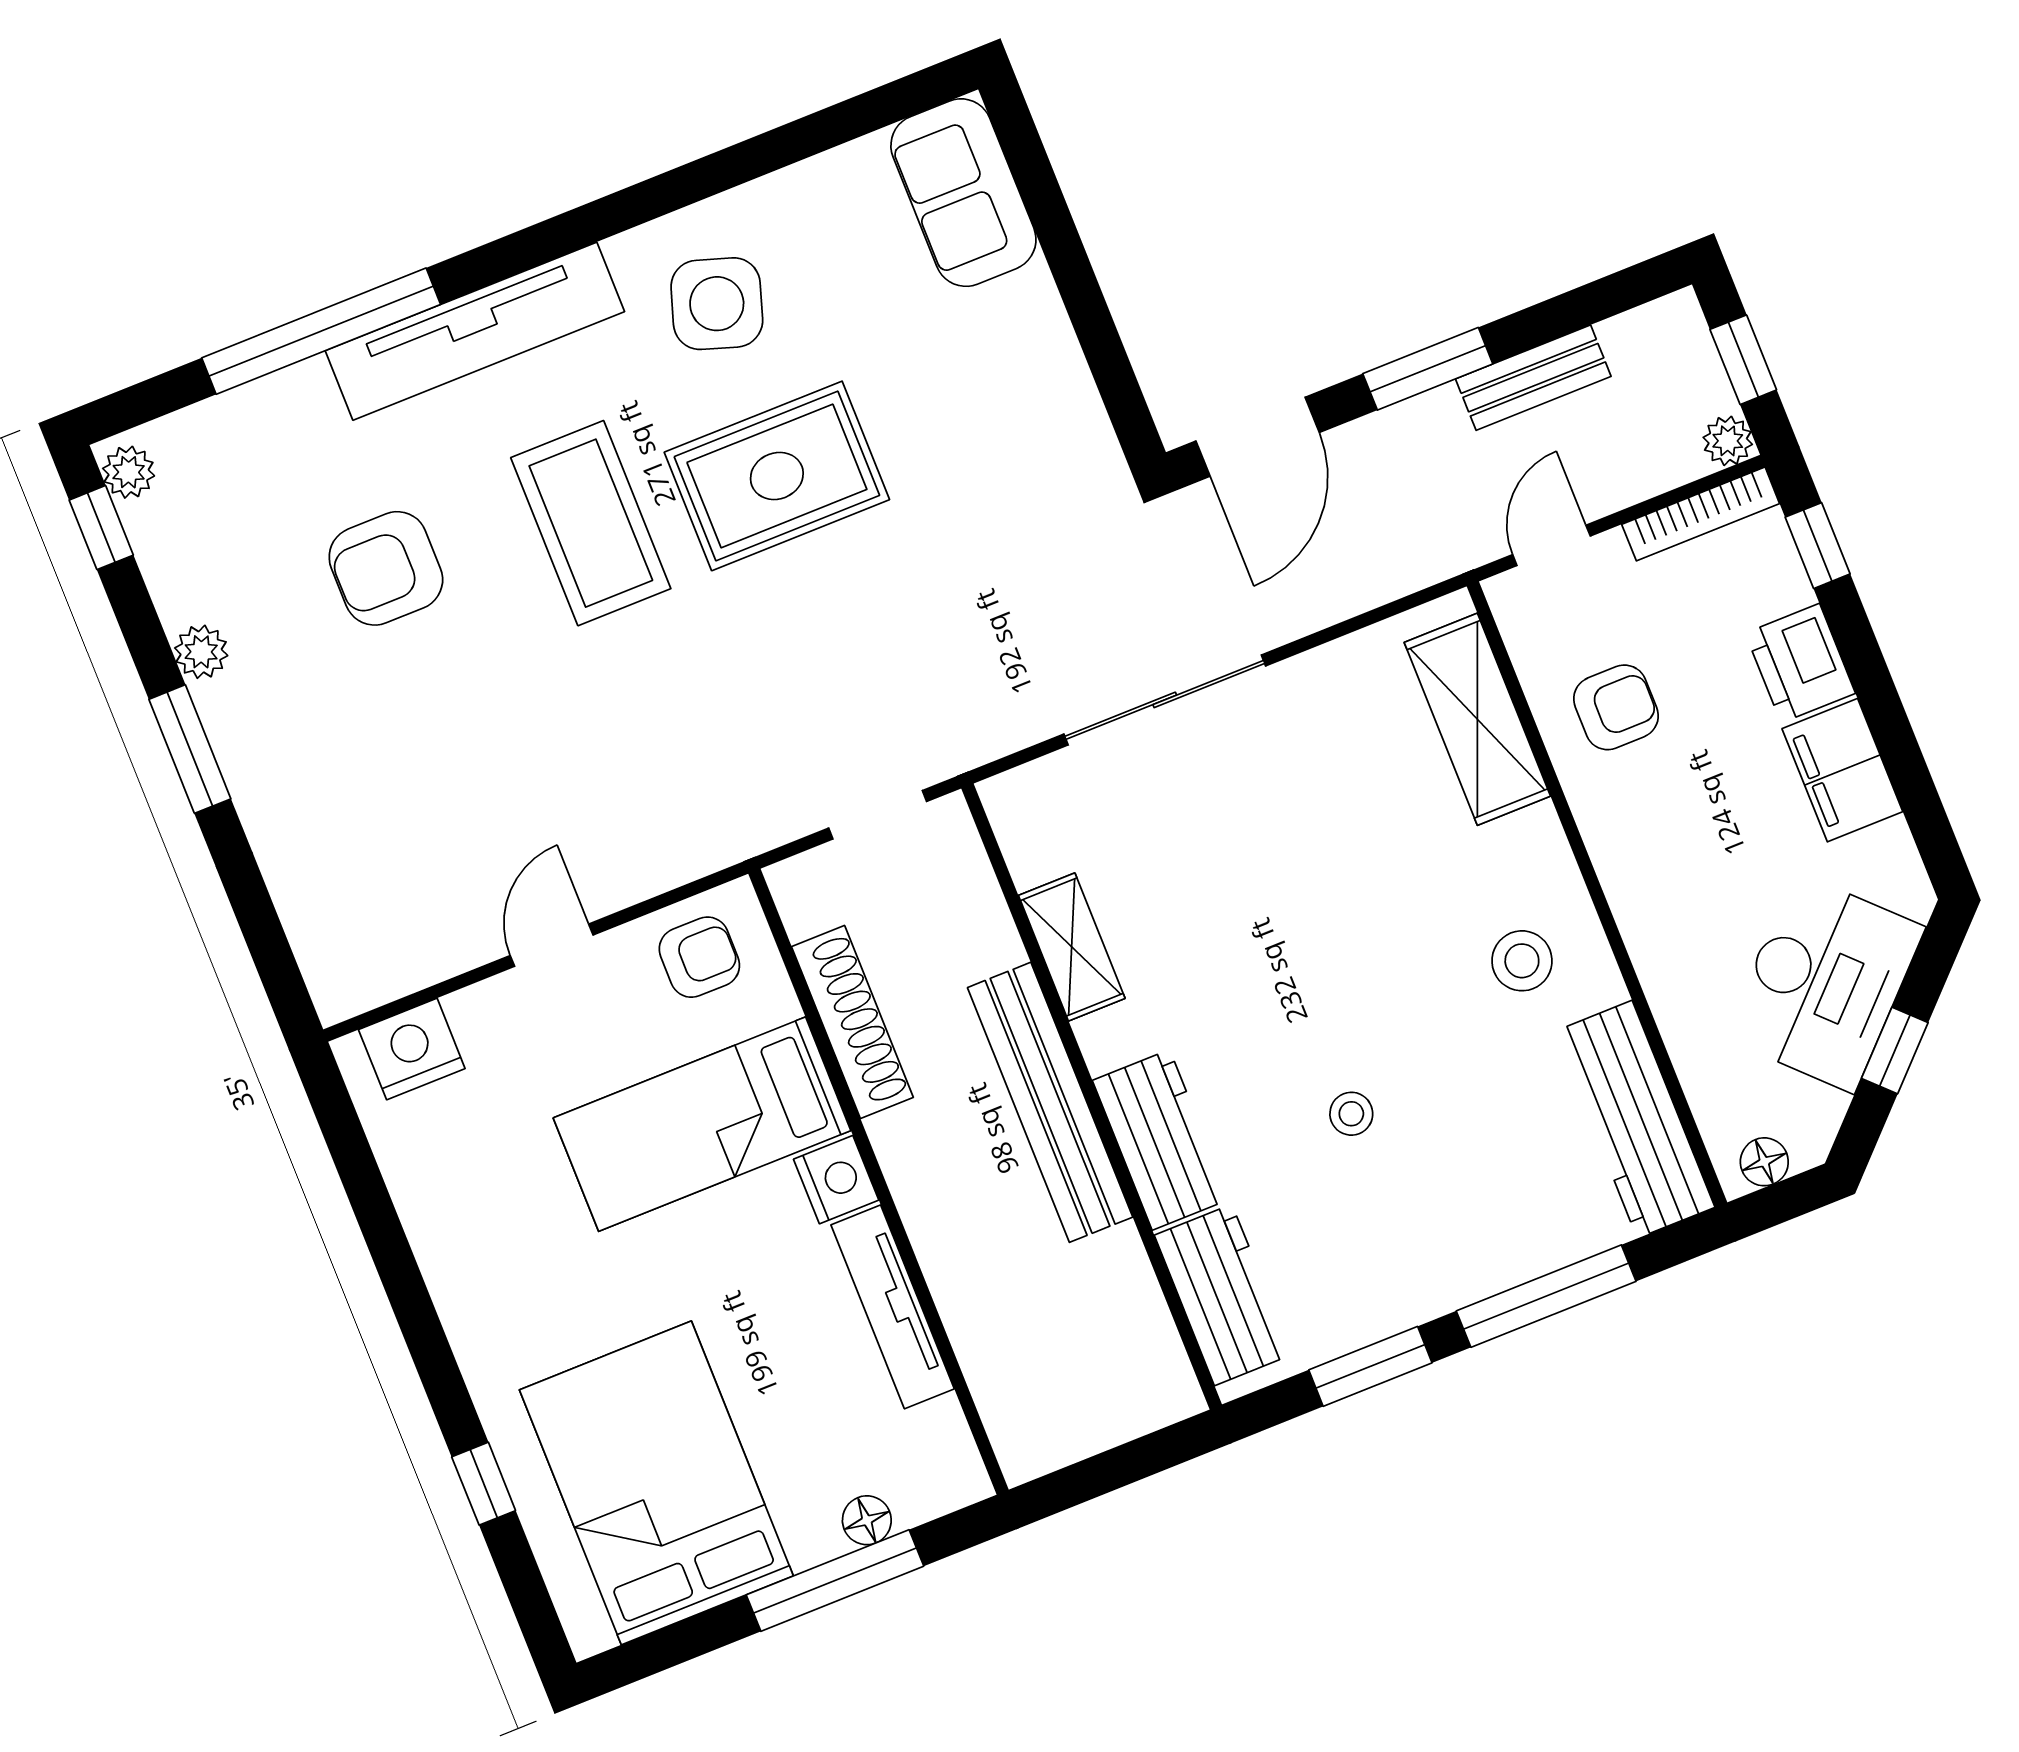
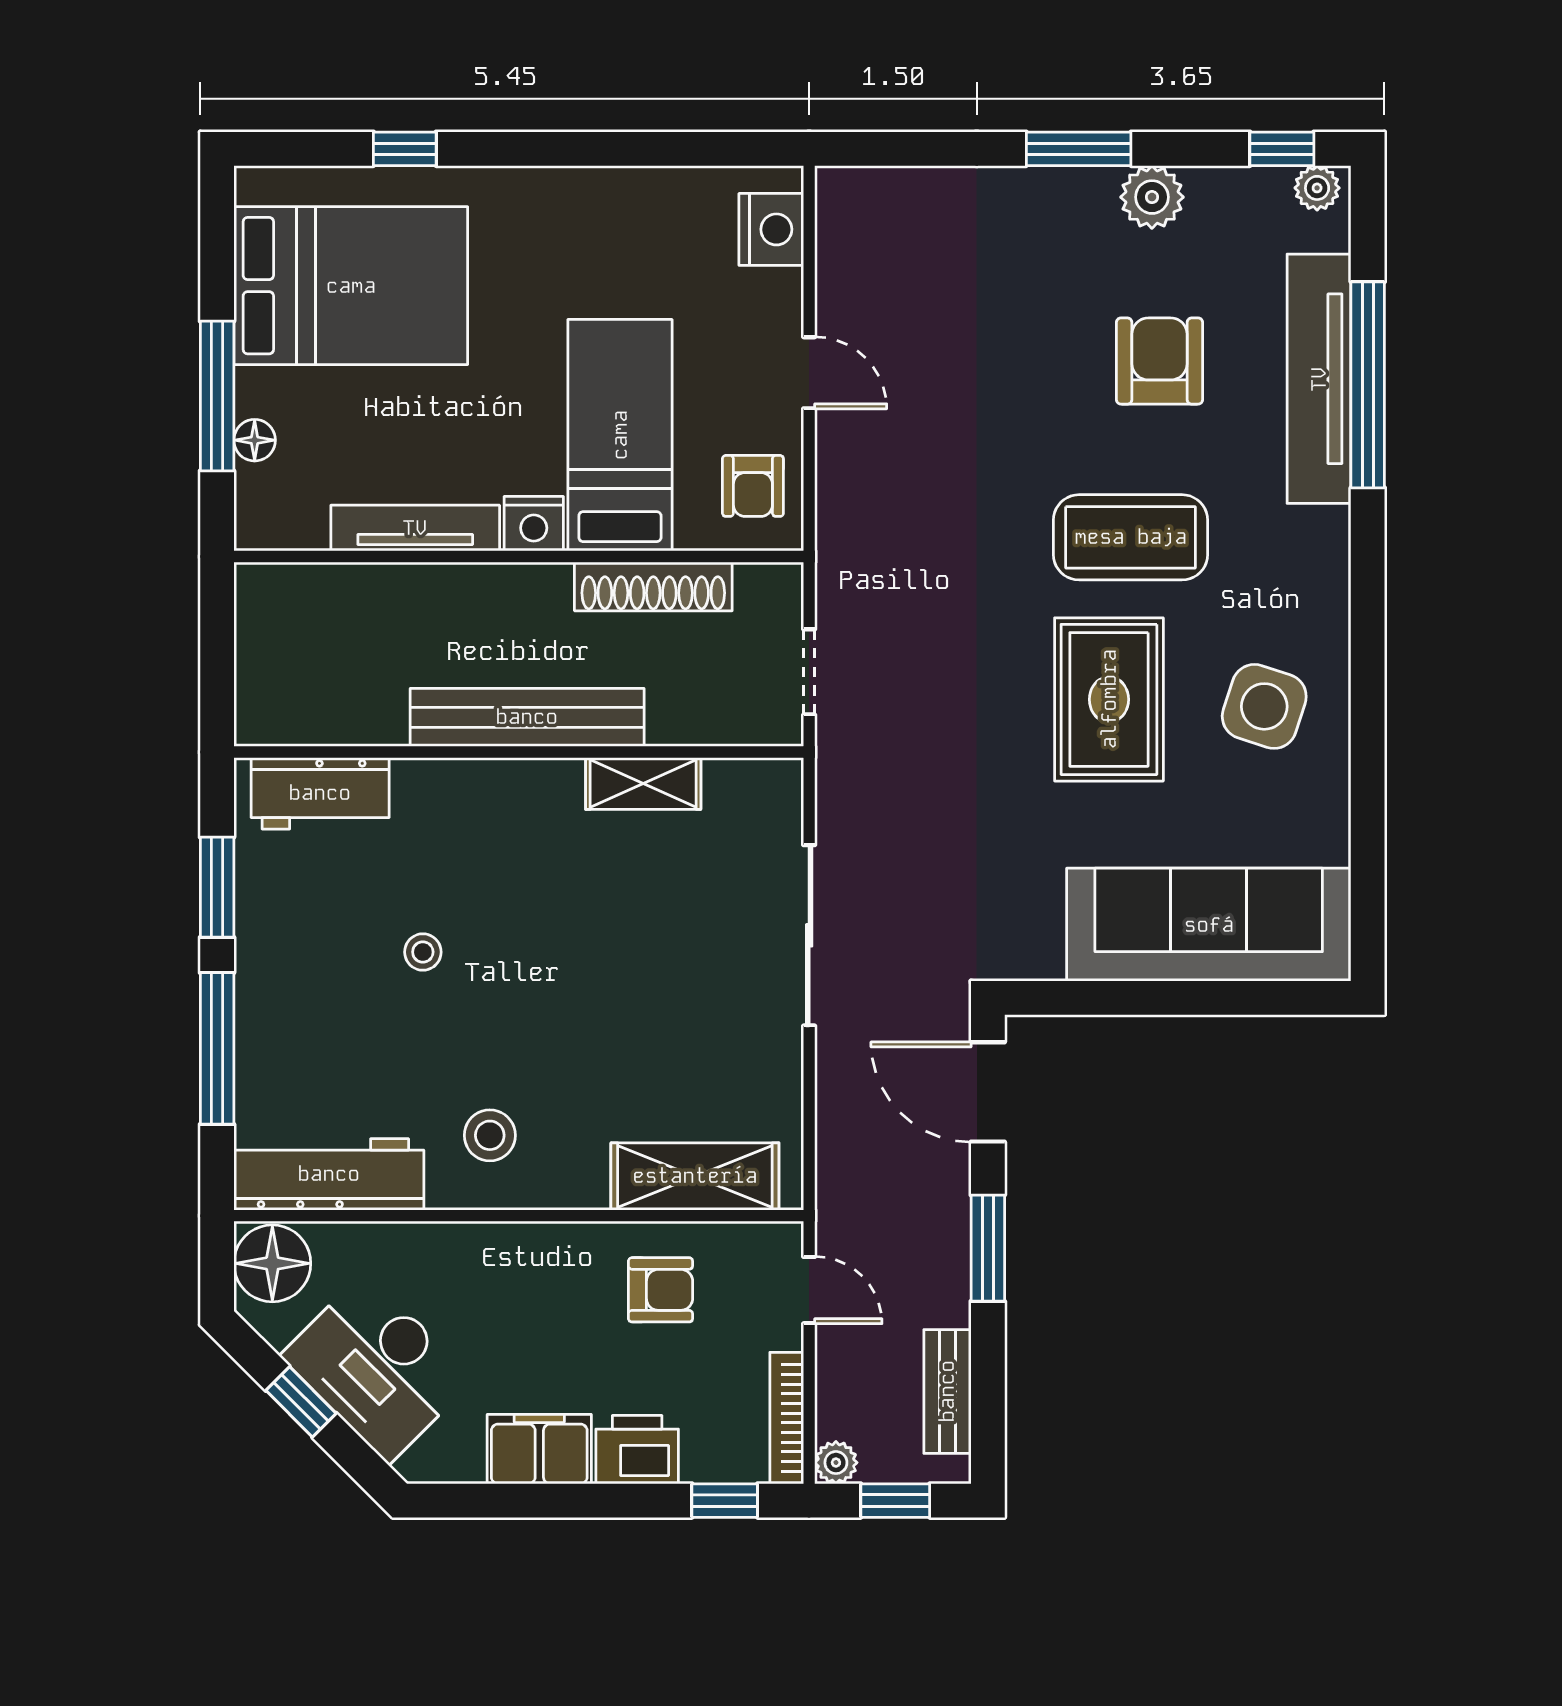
sofa: (963, 193) -> (1209, 925), width x1.85, depth x1.27
tv unit: (475, 331) -> (1319, 379), moved
bench: (1533, 378) -> (947, 1391), moved
plant: (201, 652) -> (1152, 197), width x1.38, depth x1.38
armchair: (1616, 707) -> (661, 1290), turned -90
workbench: (1161, 1140) -> (462, 793), removed
floor lamp: (1764, 1162) -> (272, 1263), width x1.89, depth x1.89

